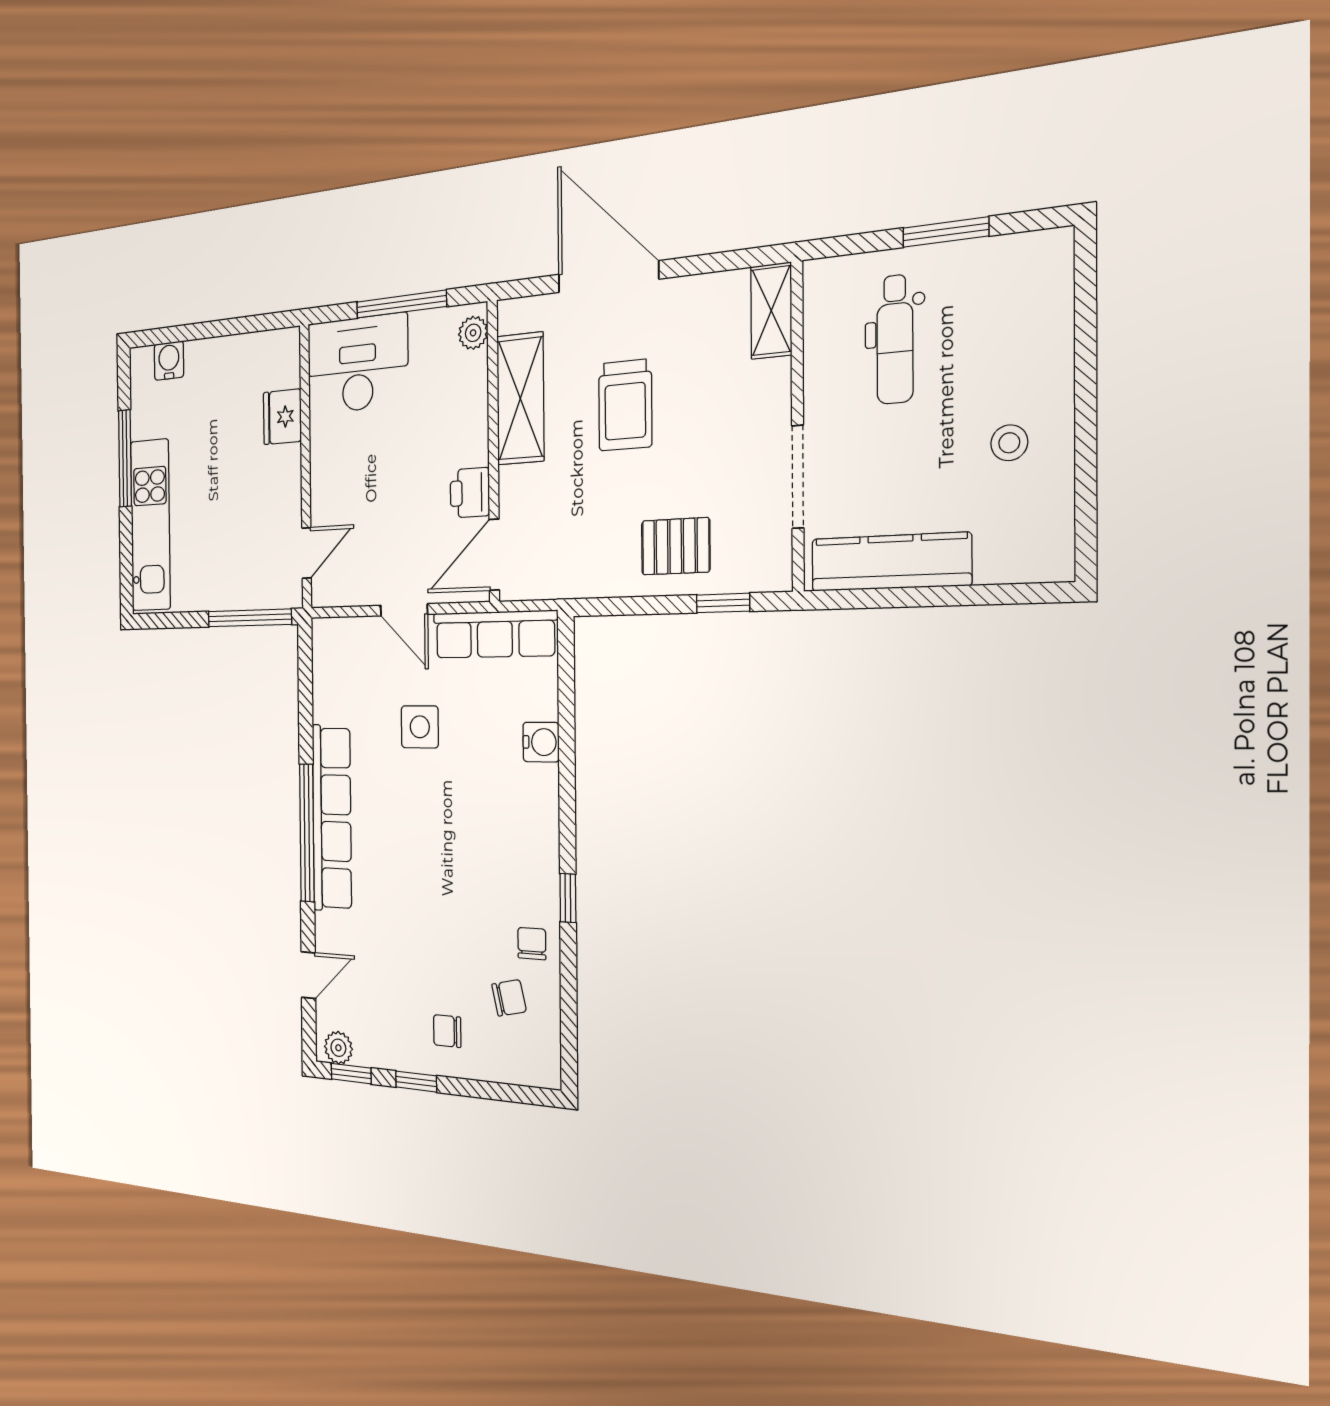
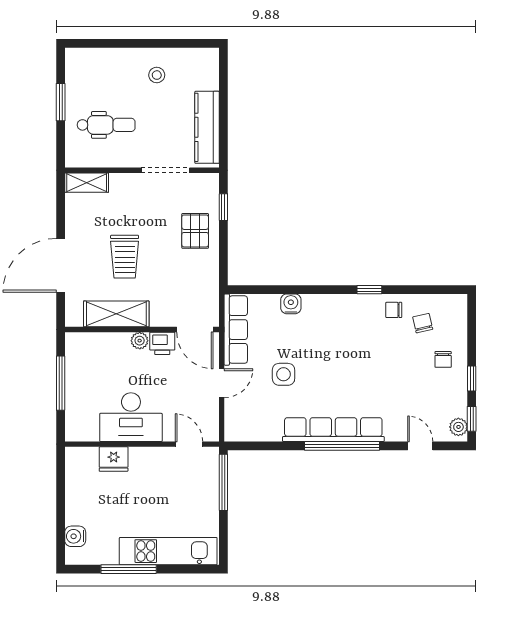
plant: (473, 333) -> (140, 341), moved
desk: (357, 364) -> (131, 417), moved, turned -90
trolley: (625, 405) -> (125, 257), turned 90

